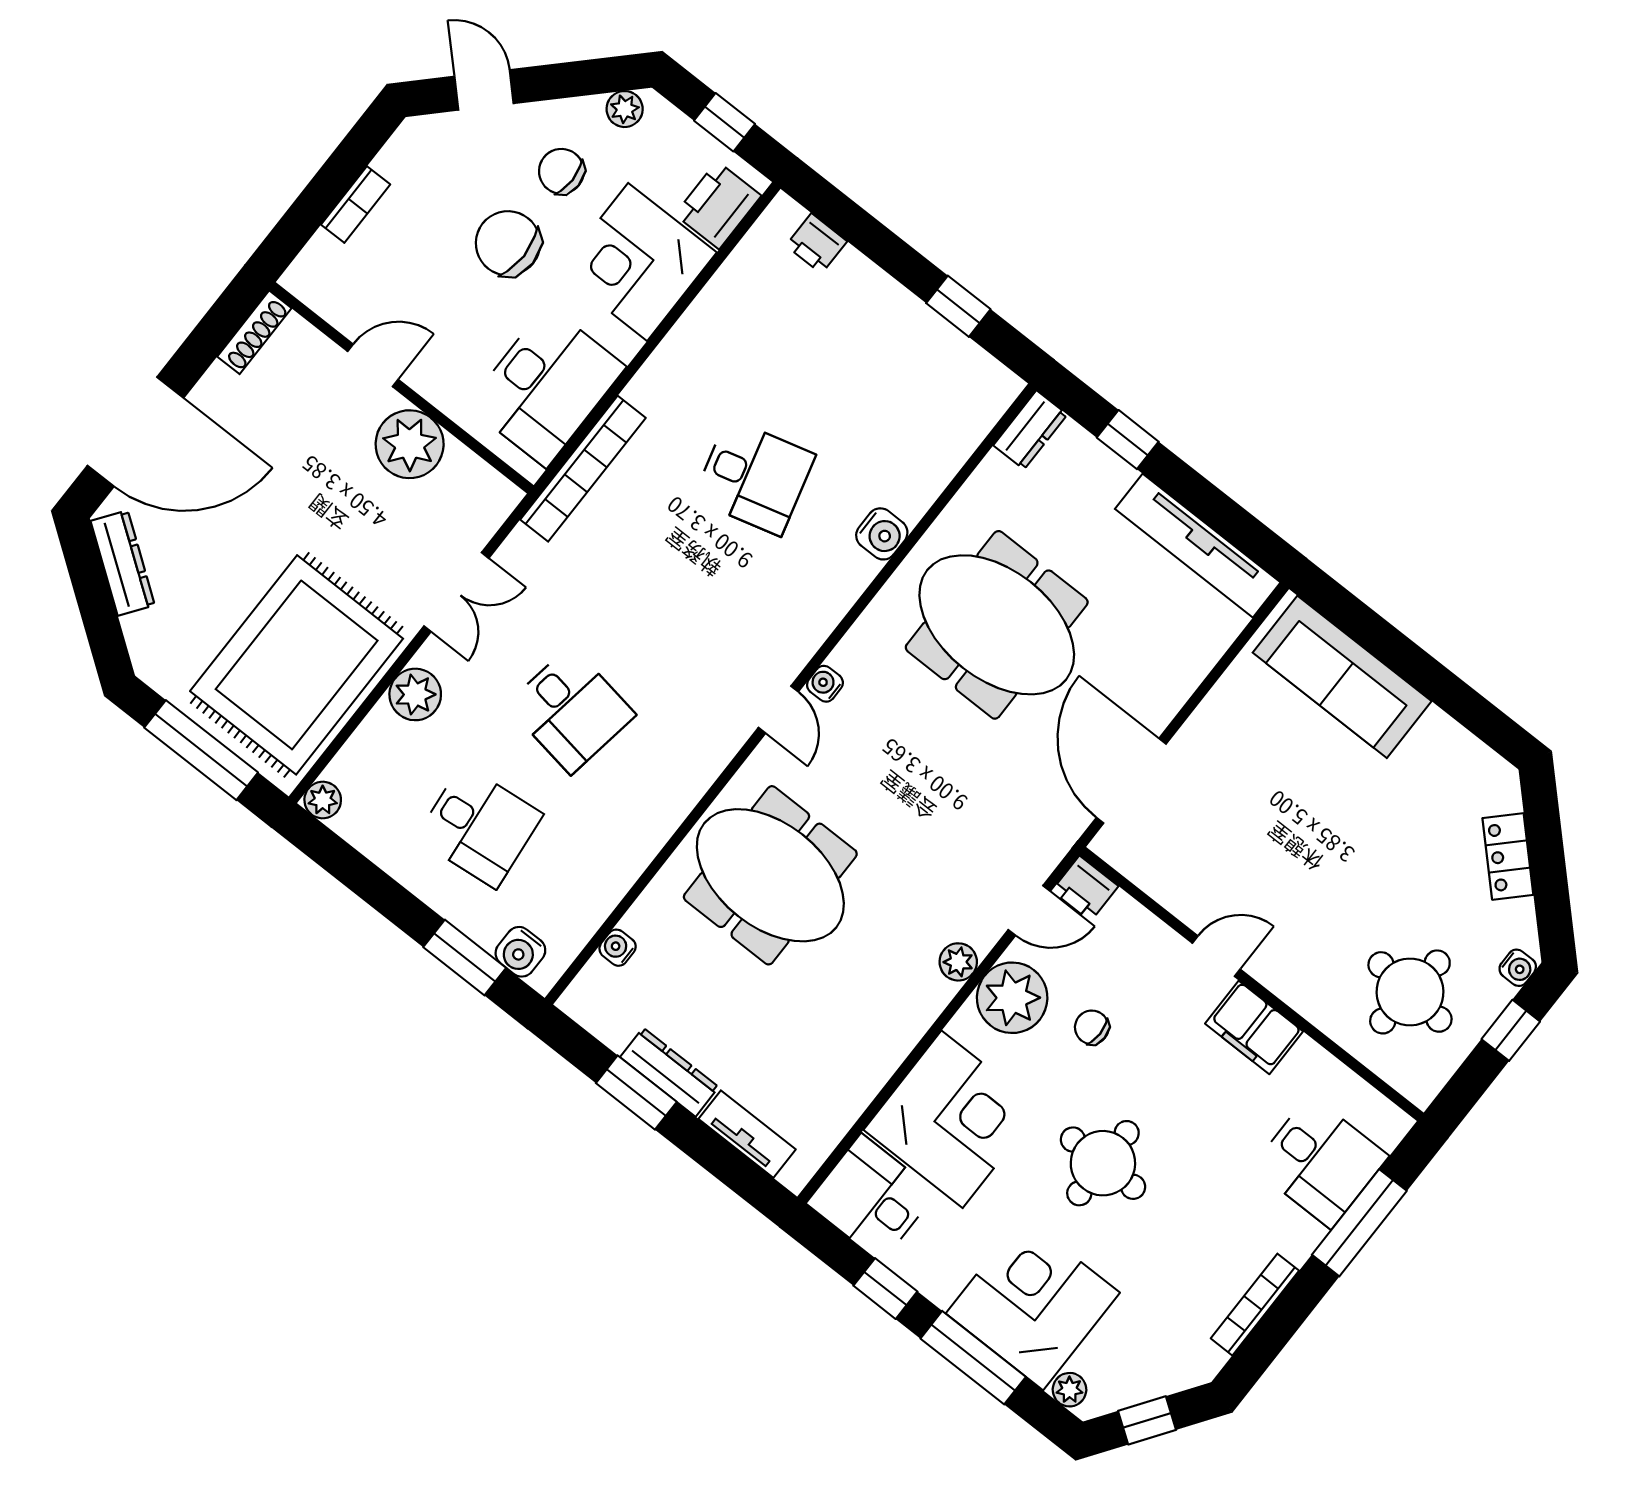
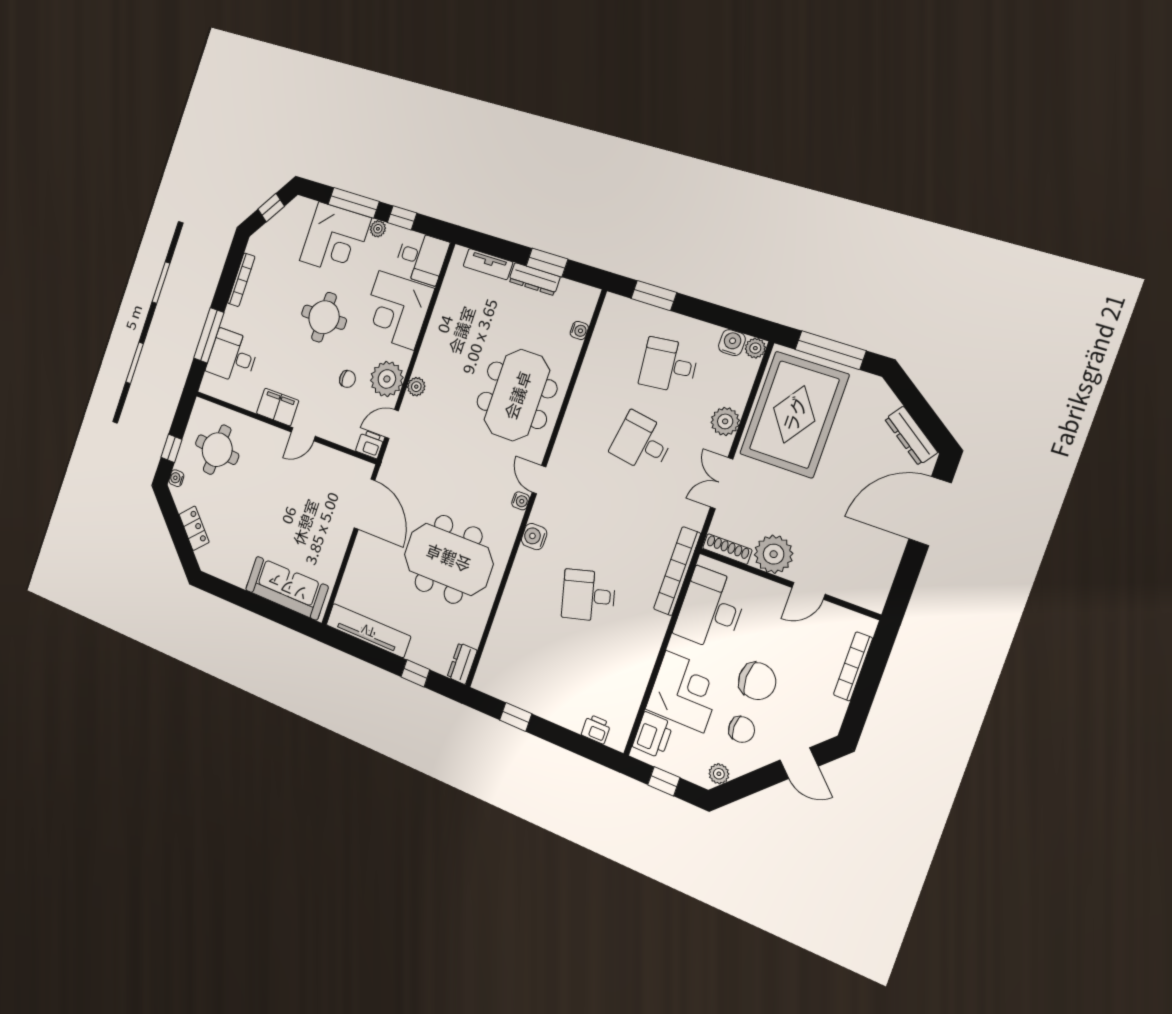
bookcase: (356, 205) -> (853, 666), width x1.56
shoe rack: (254, 332) -> (727, 549), moved, turned 90
water cooler: (882, 534) -> (534, 537), moved
meeting table: (770, 875) -> (517, 395), turned 90
water cooler: (520, 952) -> (732, 343), moved
plant: (1069, 1390) -> (378, 229), moved

